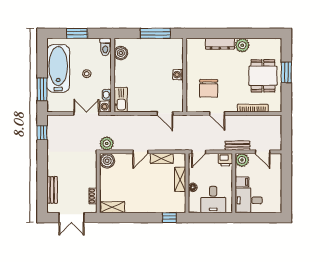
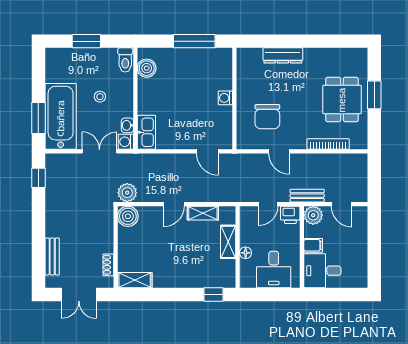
plant: (242, 45) -> (314, 57), removed
bathtub: (58, 68) -> (61, 116), moved
door: (199, 152) -> (268, 204), moved

